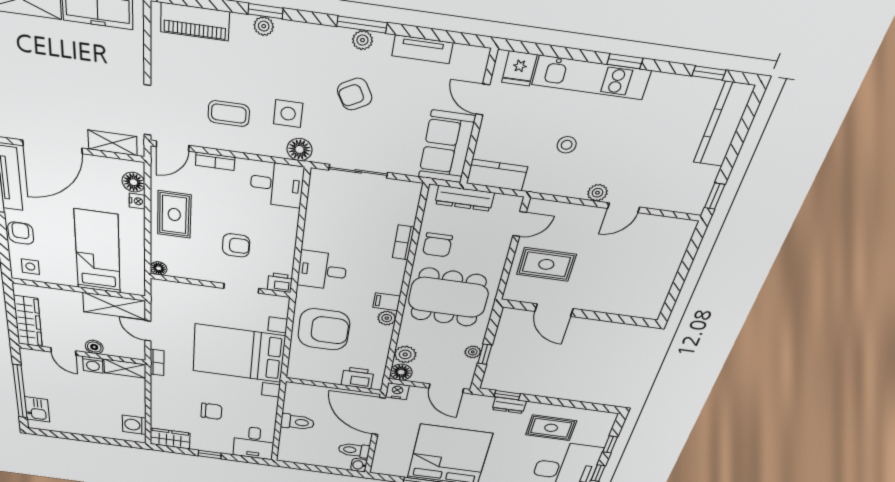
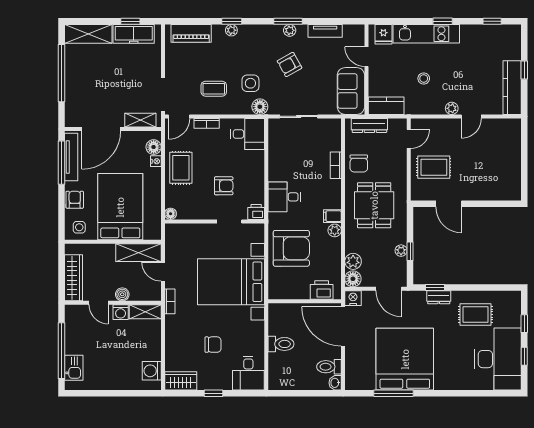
kitchen counter: (724, 125) -> (512, 88), moved
window: (715, 196) -> (524, 70), moved
bed: (98, 252) -> (120, 207), width x1.50
dining table: (448, 297) -> (374, 205), width x0.73

